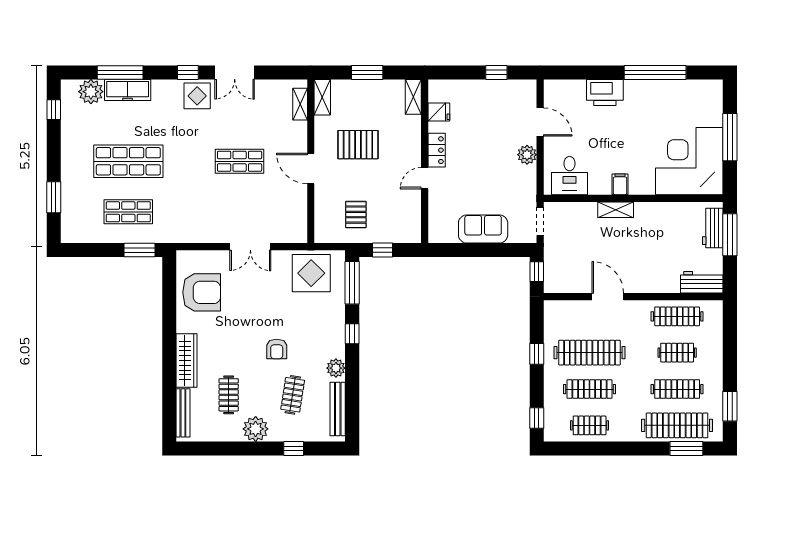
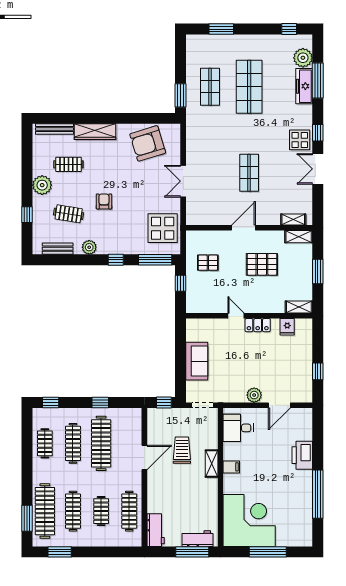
pallet: (358, 145) -> (262, 264), turned 90
trolley: (598, 248) -> (182, 450), added
armchair: (202, 292) -> (148, 143), turned 73
armchair: (277, 349) -> (104, 201), turned 90
bench: (338, 409) -> (58, 249), width x0.73

